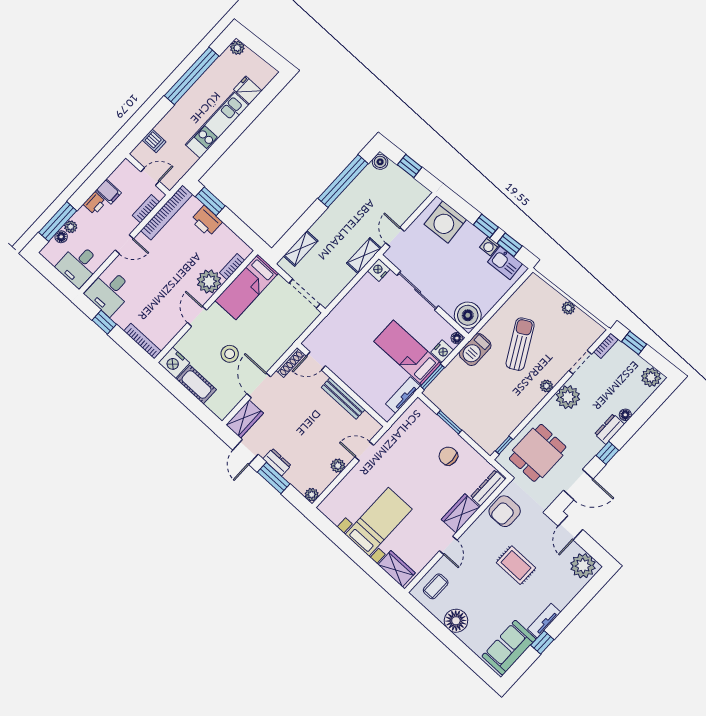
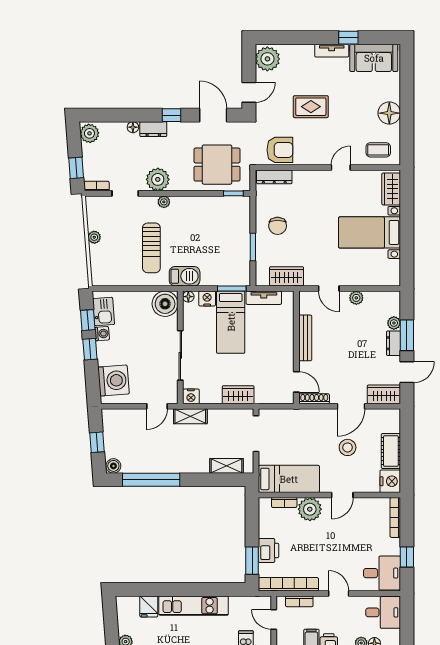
wardrobe: (347, 307) -> (238, 395), added
sun lounger: (520, 344) -> (151, 248), turned -61
plant: (312, 495) -> (394, 323), moved
wardrobe: (461, 513) -> (287, 276), moved, turned 180
rug: (516, 565) -> (311, 107), turned 90

